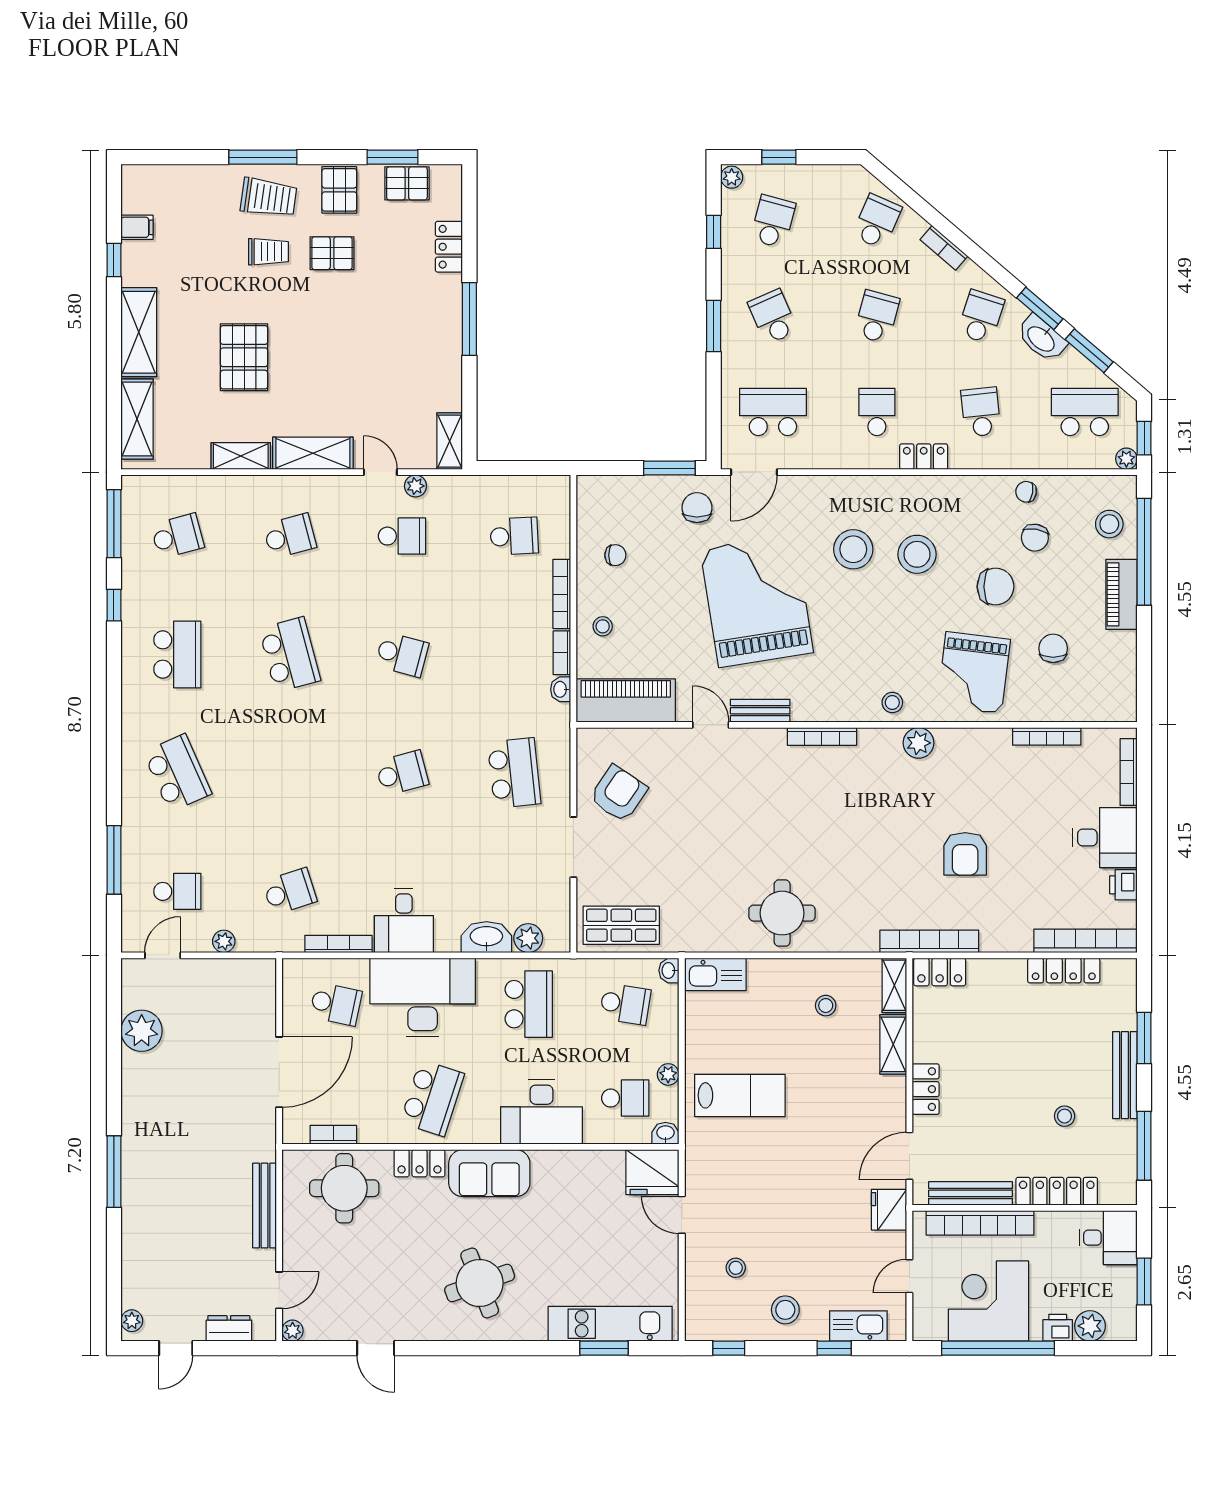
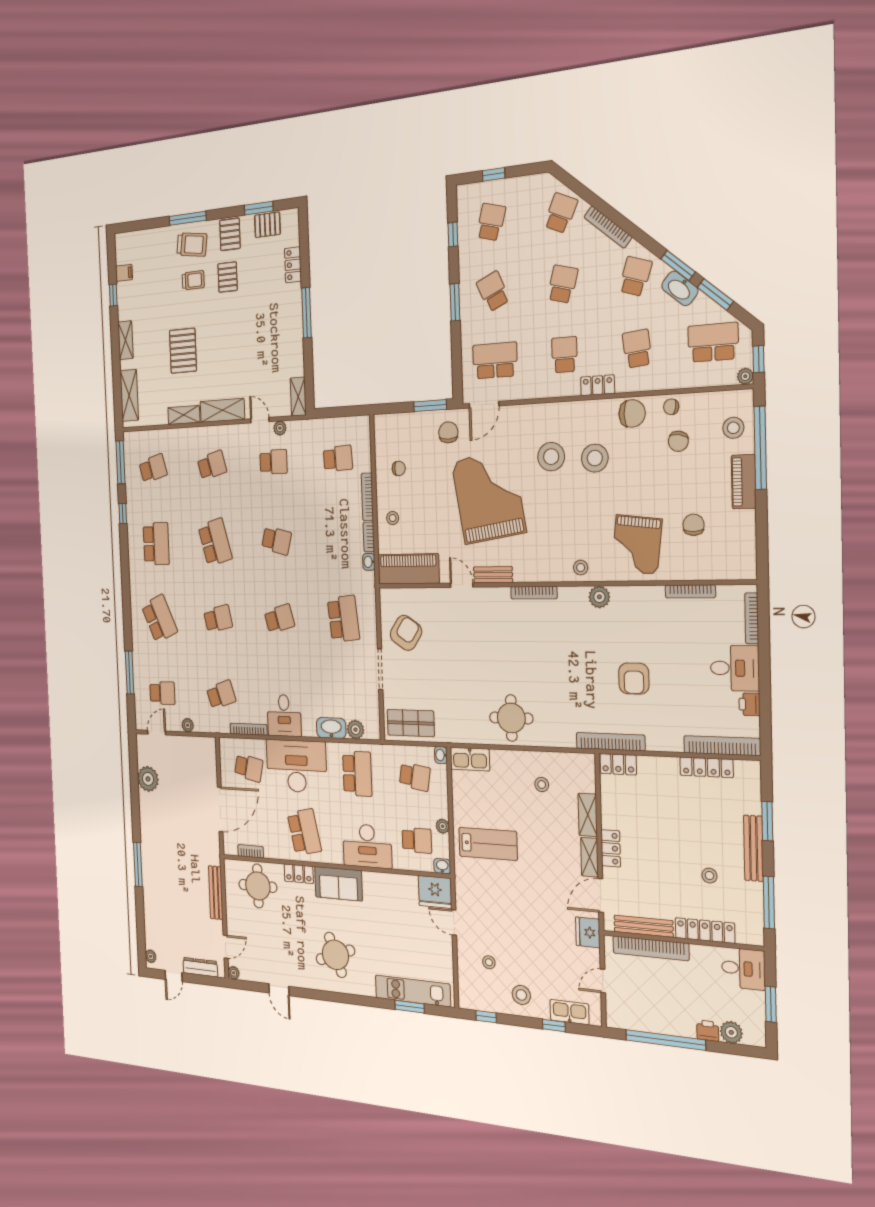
plant: (732, 177) -> (463, 193), removed
bookcase: (944, 248) -> (608, 227), width x1.56
pallet: (332, 253) -> (228, 277), turned 90
shelving: (139, 332) -> (125, 340), width x0.67, depth x0.75
chair: (996, 587) -> (632, 413), moved
school desk: (290, 773) -> (218, 619), added
shelving: (894, 985) -> (590, 857), moved
school desk: (432, 1098) -> (304, 832), turned -30
corner desk: (988, 1301) -> (658, 1005), removed
dresser: (229, 1328) -> (200, 967), width x1.44

